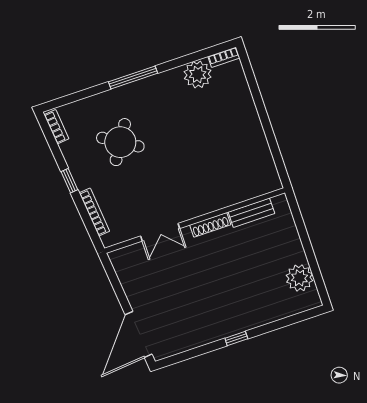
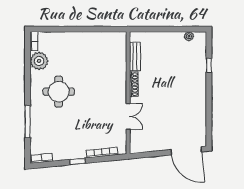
window: (133, 77) -> (28, 122), moved
round table: (120, 142) -> (59, 92), moved, turned -32
plant: (299, 278) -> (189, 36), width x0.53, depth x0.53
window: (236, 338) -> (209, 65), moved

